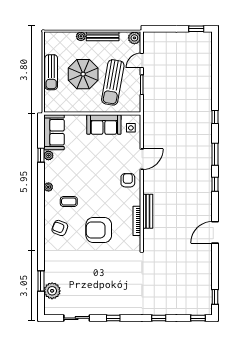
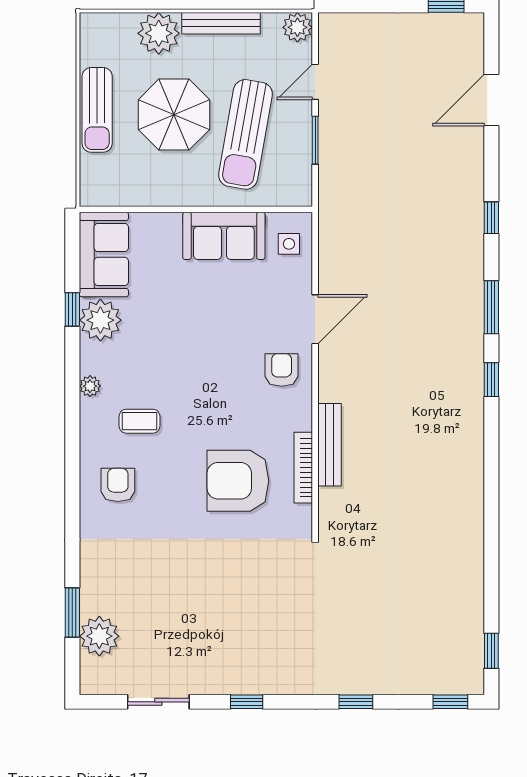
plant: (81, 36) -> (159, 33), width x1.87, depth x1.87
plant: (48, 155) -> (100, 320), width x1.87, depth x1.87
armchair: (60, 228) -> (118, 485), turned 69
armchair: (99, 230) -> (238, 481), moved
door: (215, 232) -> (491, 100), moved

